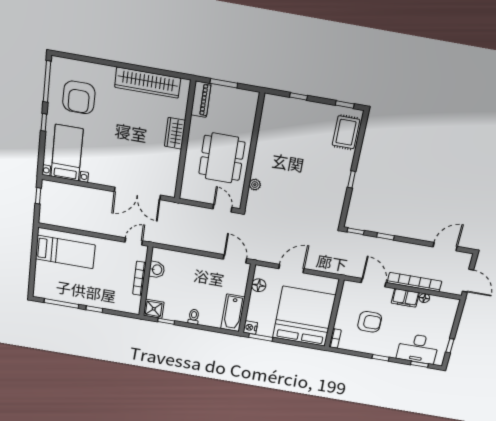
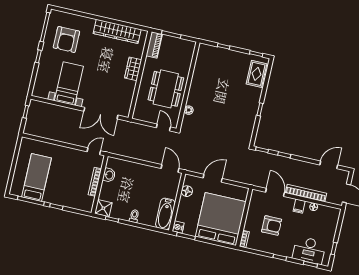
bed with nightstands: (67, 153) -> (69, 84), moved
bed: (65, 252) -> (36, 178), moved, turned -90
filing cabinet: (405, 298) -> (299, 206), width x0.50

